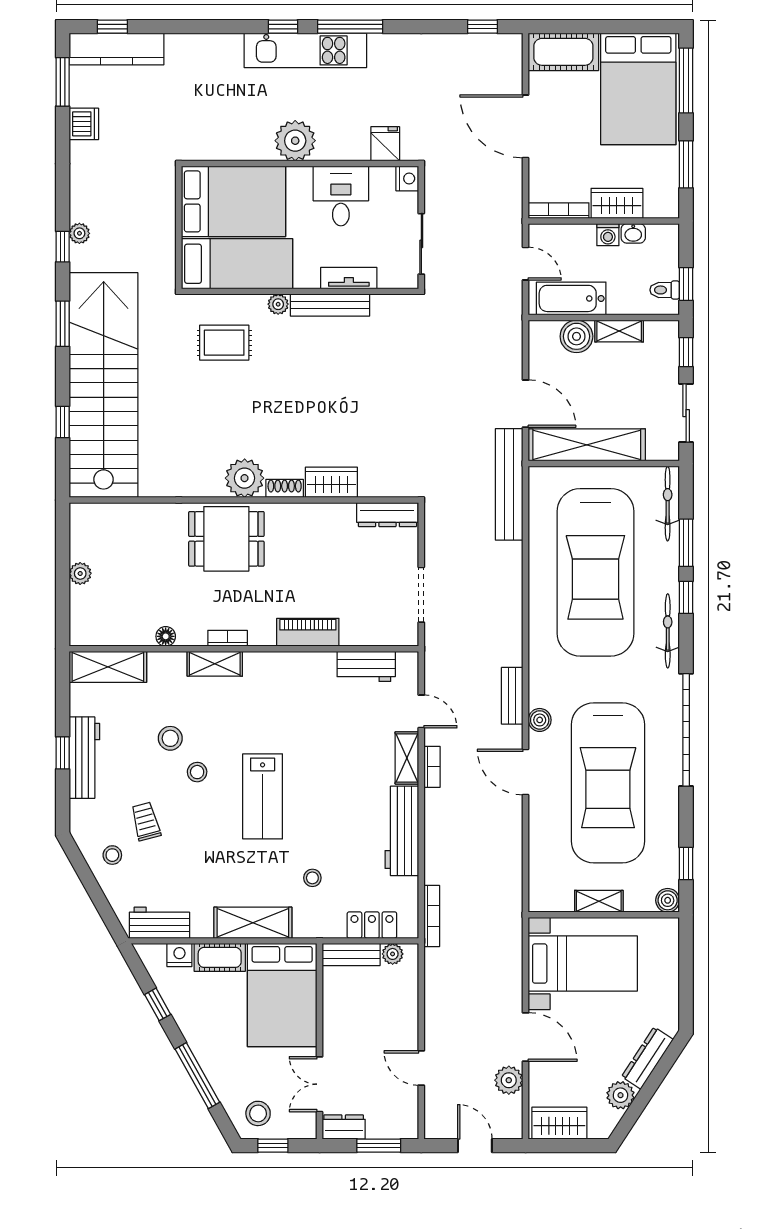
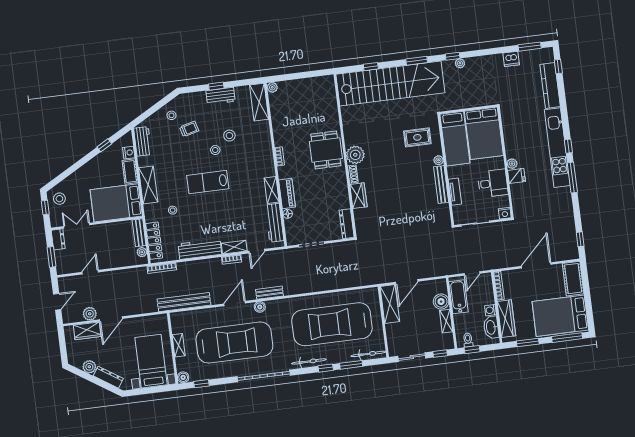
kitchen counter: (117, 49) -> (550, 85), moved
kitchen unit: (305, 50) -> (557, 148), width x1.36
plant: (295, 141) -> (512, 164), width x0.53, depth x0.53
fridge: (385, 144) -> (517, 176), moved
wardrobe: (617, 203) -> (506, 319), width x1.50
washbasin: (633, 233) -> (491, 327), width x1.91, depth x1.45
rug: (224, 343) -> (417, 137), turned 90
shelving: (587, 445) -> (390, 304), width x0.68
bench: (509, 484) -> (184, 302), moved
plant: (80, 573) -> (272, 87), moved
floor lamp: (166, 636) -> (288, 214), moved
shelving: (215, 664) -> (272, 190), moved
workbench: (366, 666) -> (275, 223), width x1.38
workbench: (84, 758) -> (221, 96), width x0.73
car: (608, 783) -> (234, 343), turned 180
locker: (372, 925) -> (154, 241), width x1.53
bed with nightstands: (583, 963) -> (151, 361), moved, turned 180
window: (197, 1076) -> (73, 168), removed
wardrobe: (559, 1123) -> (87, 331), moved, turned 90

